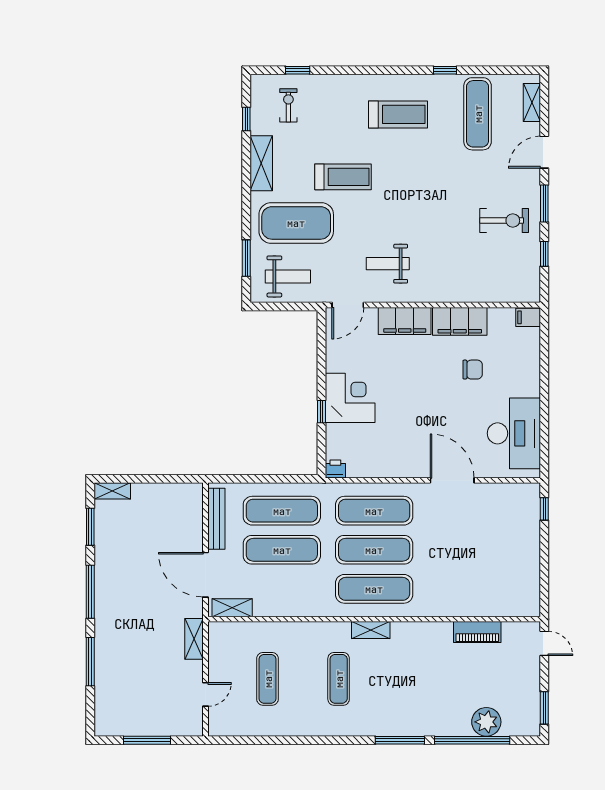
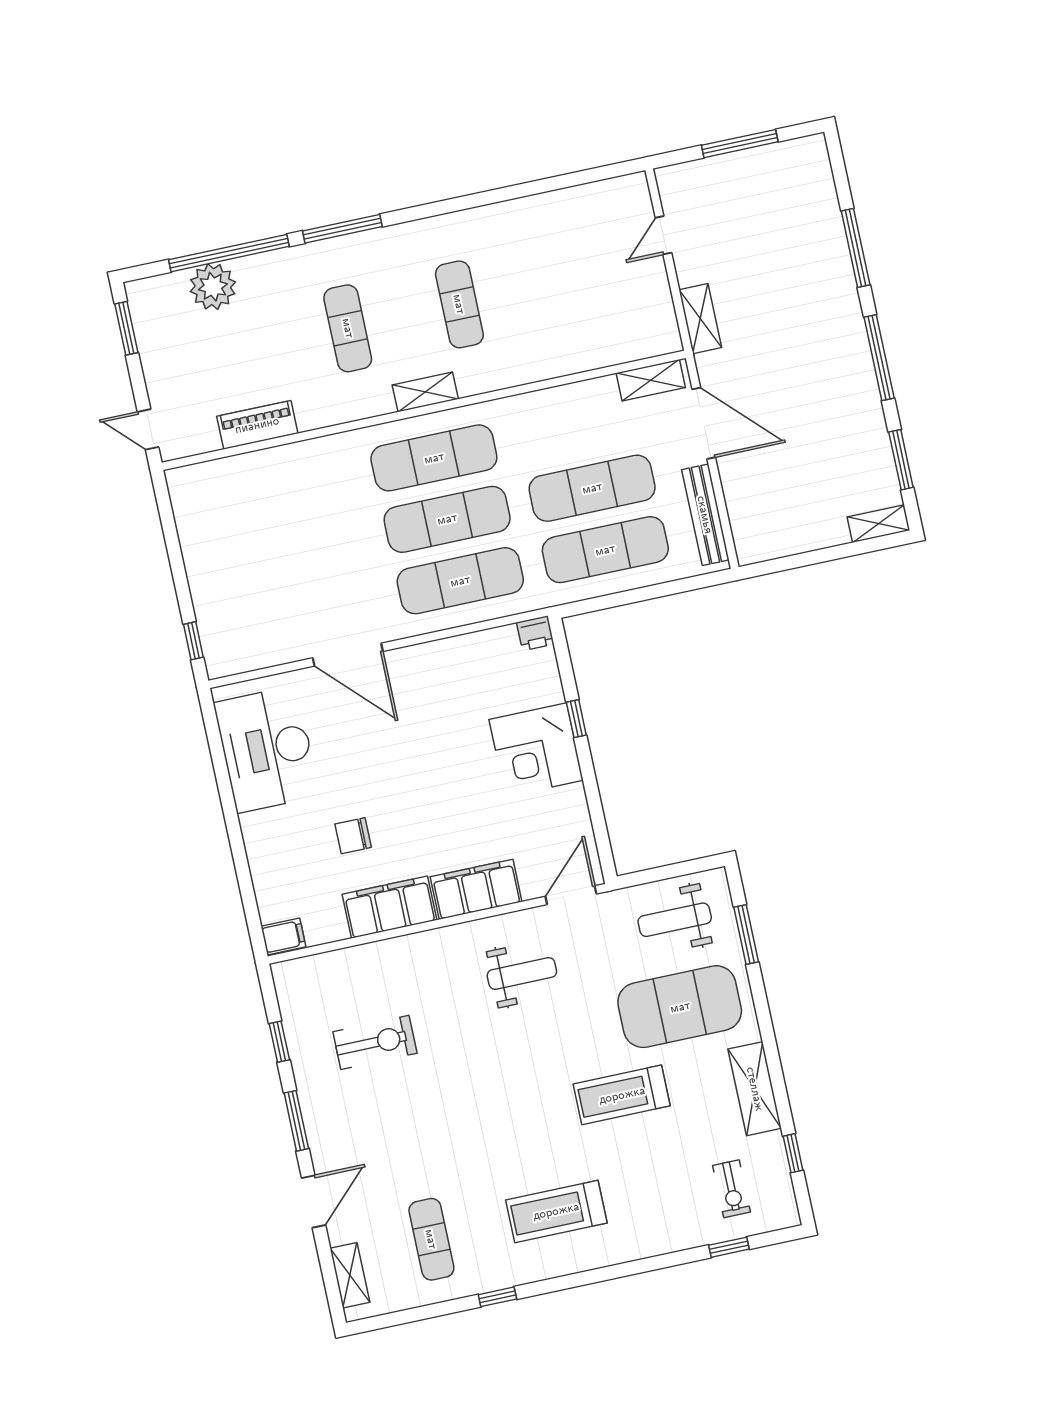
exercise mat: (478, 114) -> (431, 1239), width x0.73, depth x0.69
exercise bike: (504, 221) -> (375, 1042), moved, turned 180
exercise mat: (268, 679) -> (348, 328), moved

